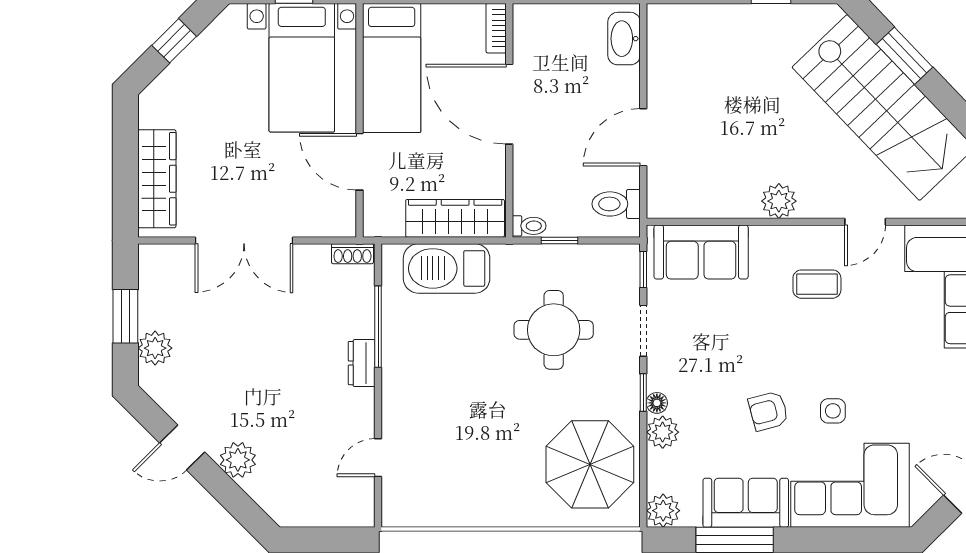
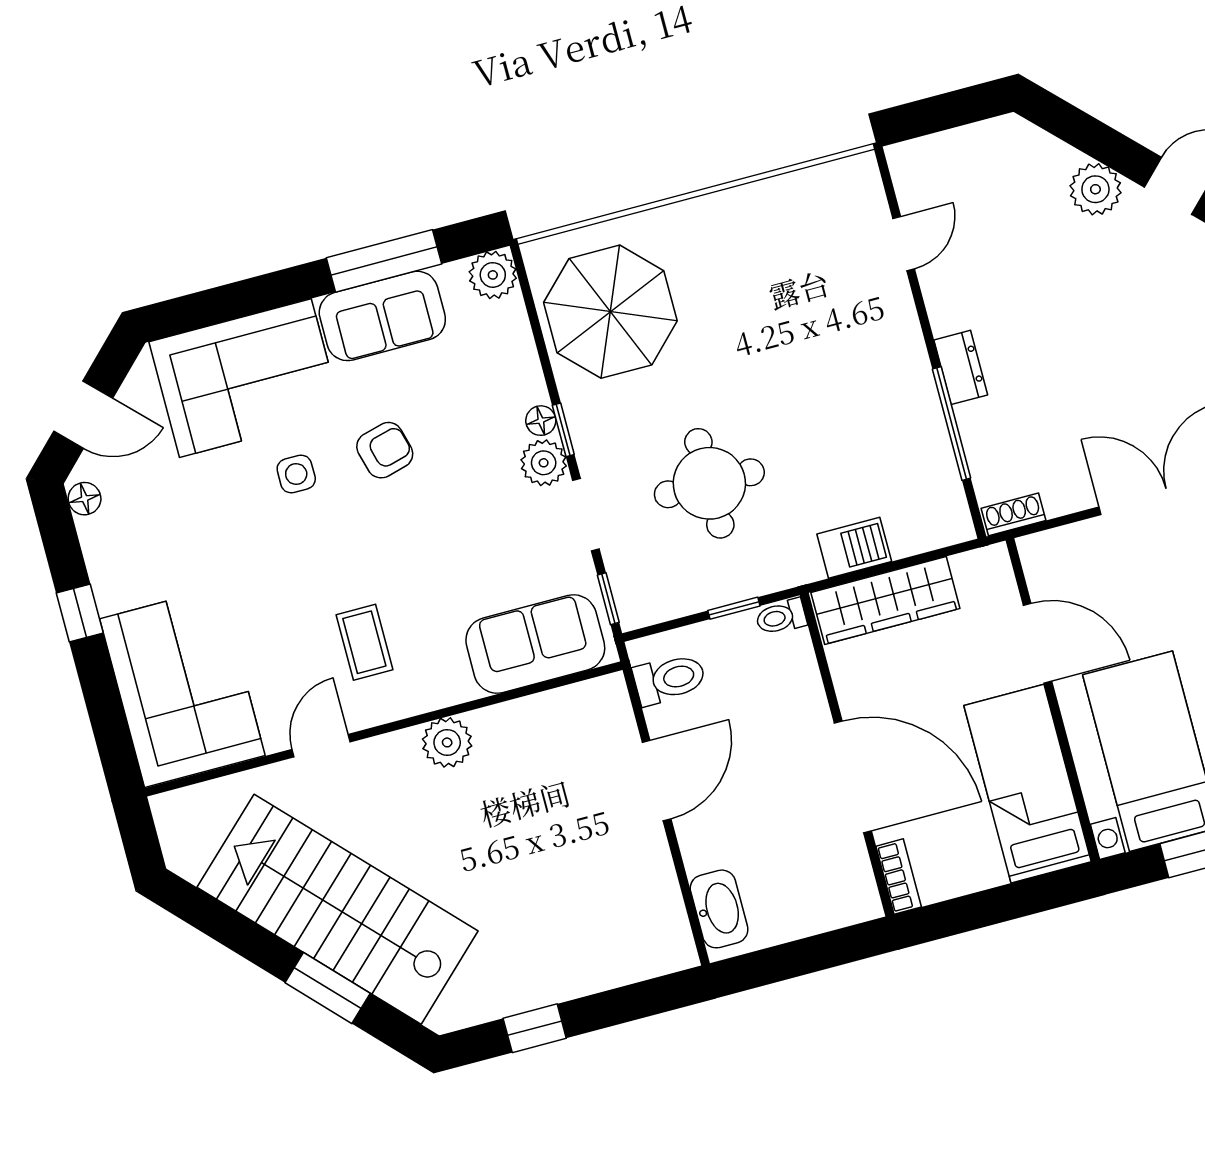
barbecue: (447, 268) -> (854, 548), width x0.53, depth x0.65
coffee table: (817, 284) -> (364, 642), turned 90
plant: (663, 432) -> (544, 463), moved

